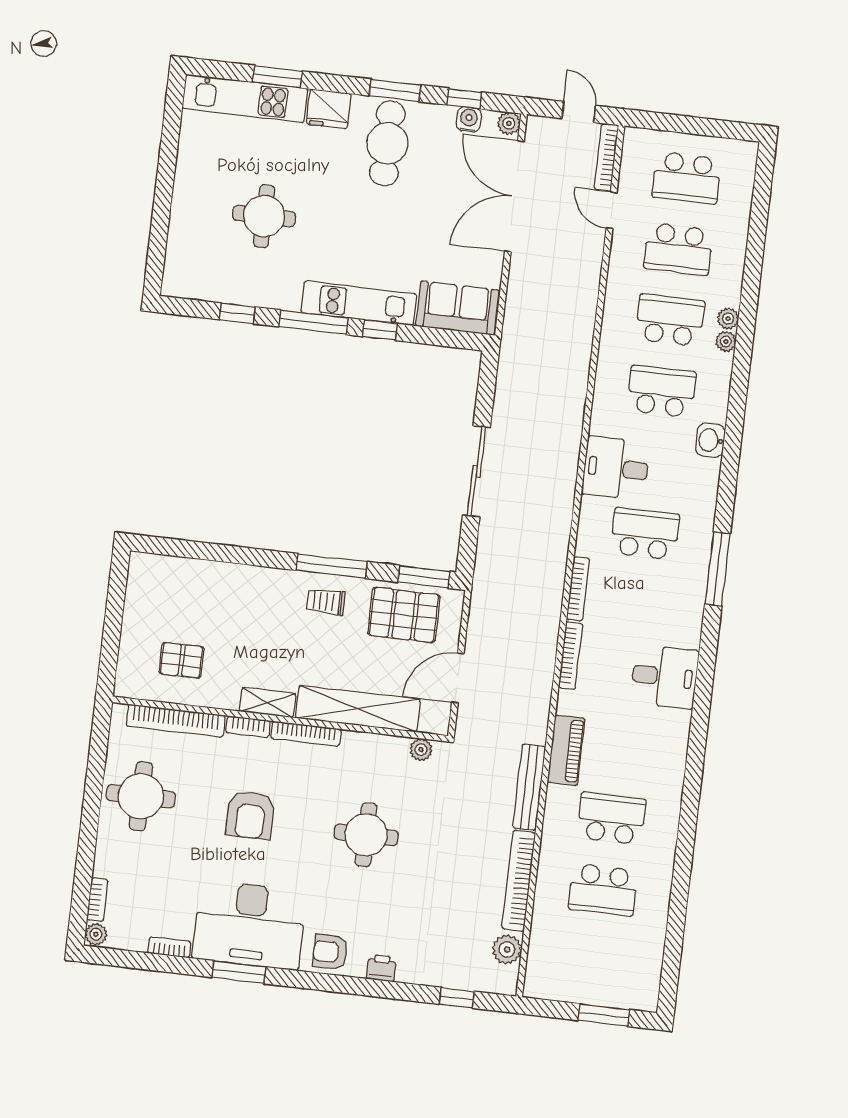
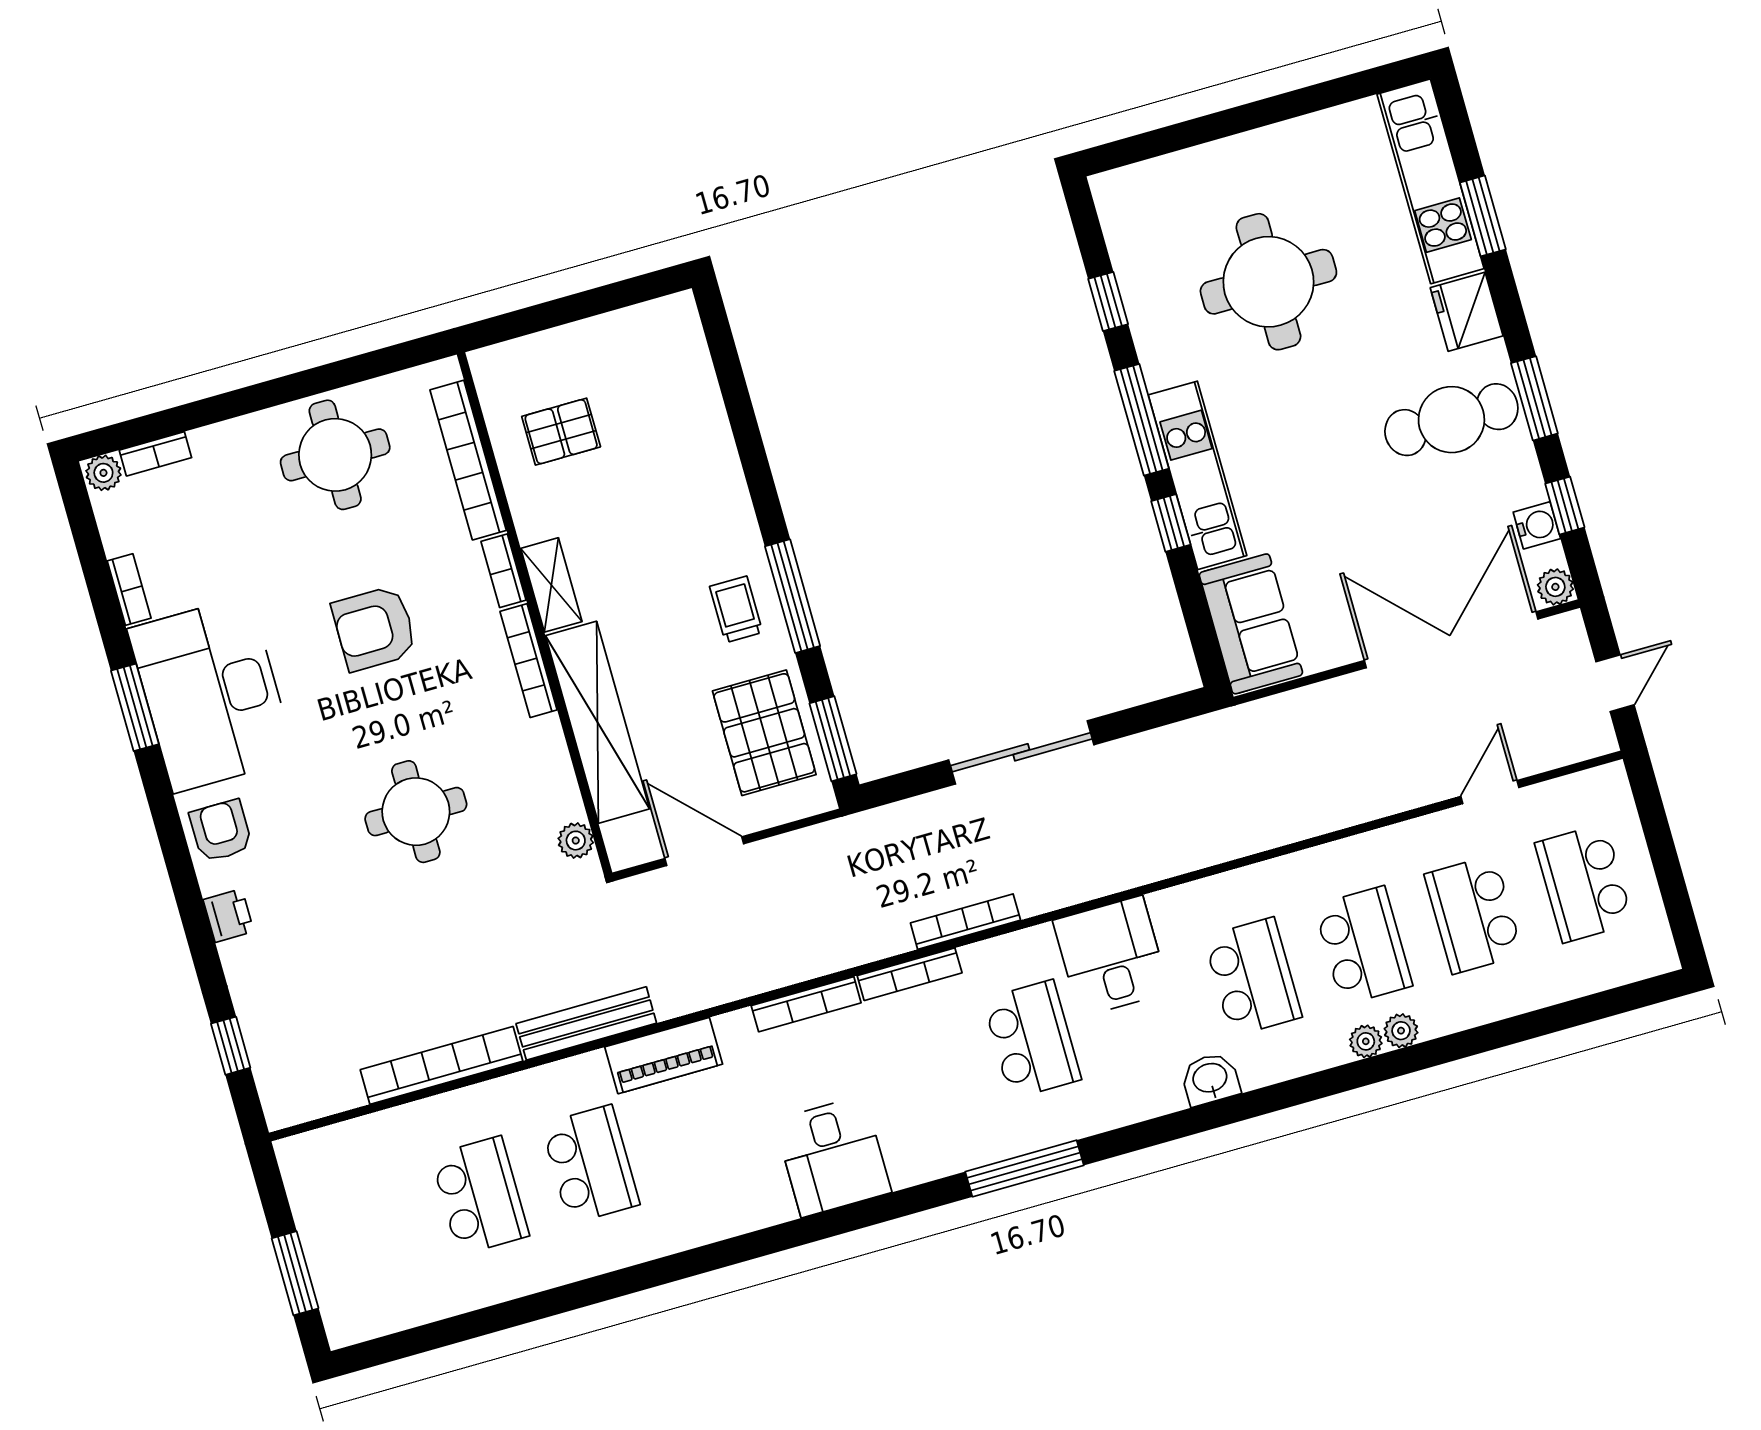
bookcase: (606, 157) -> (965, 922), moved
round table: (264, 216) -> (1268, 282), width x1.36, depth x1.36
pallet: (181, 660) -> (561, 432), turned 90
school desk: (603, 890) -> (480, 1196), turned 180
plant: (507, 950) -> (333, 1090), removed

